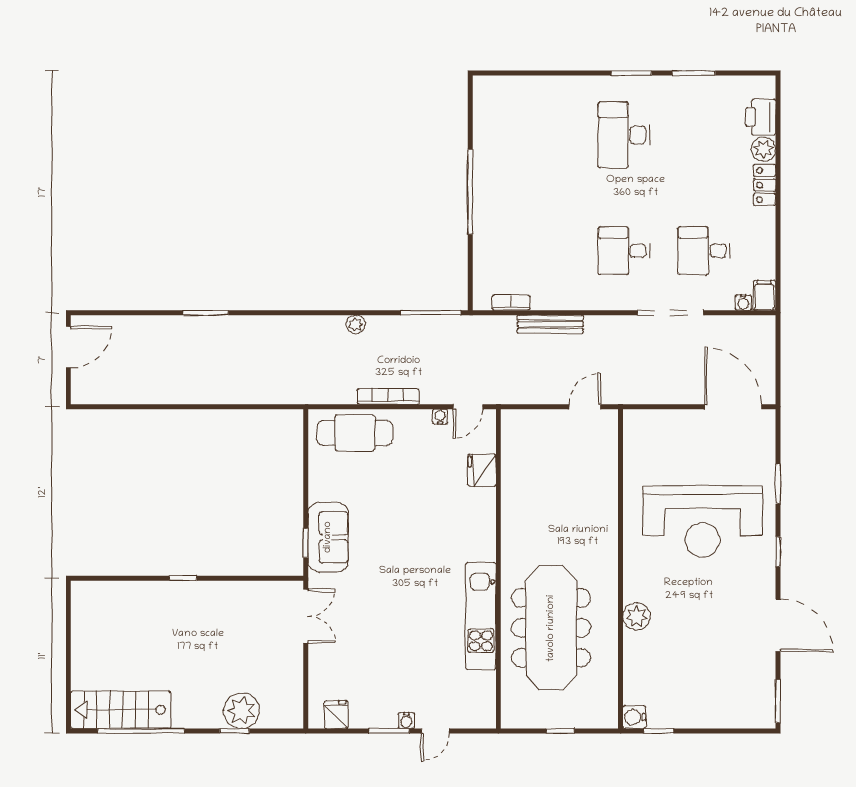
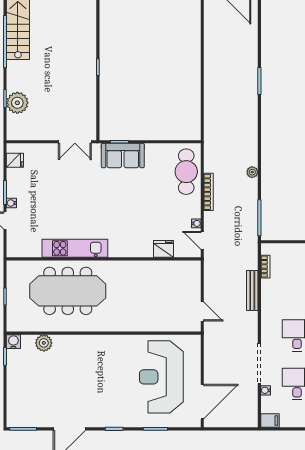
water cooler: (743, 302) -> (266, 390), moved
reception desk: (702, 521) -> (161, 377), moved
plant: (637, 616) -> (44, 343), moved

